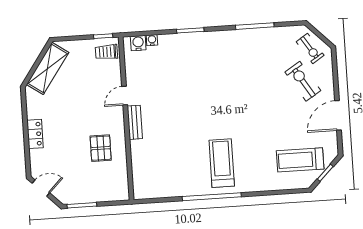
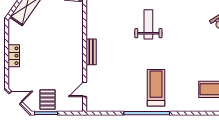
weight bench: (206, 82) -> (148, 24), added
door: (125, 96) -> (85, 89), moved
pallet: (101, 148) -> (47, 99), moved

